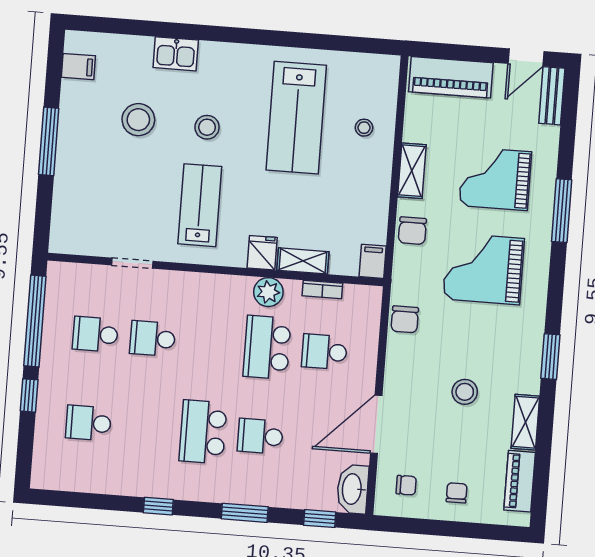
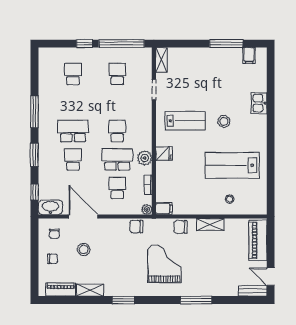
stool: (138, 120) -> (225, 87), removed
window: (49, 141) -> (226, 44), moved
grand piano: (495, 179) -> (209, 266), removed
shelving: (303, 261) -> (161, 60), moved
plant: (372, 296) -> (147, 209), added
school desk: (153, 339) -> (117, 131), moved
stool: (465, 392) -> (84, 249), moved
window: (158, 506) -> (35, 112), width x2.17

